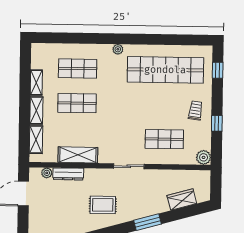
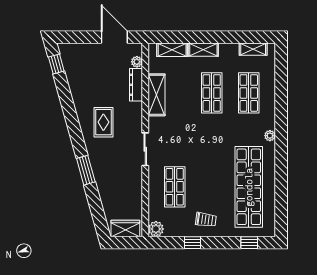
shelving: (36, 83) -> (253, 49), moved
wardrobe: (182, 200) -> (125, 229), moved, turned -74

